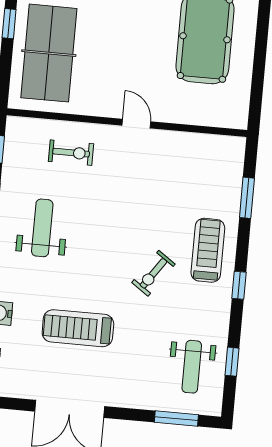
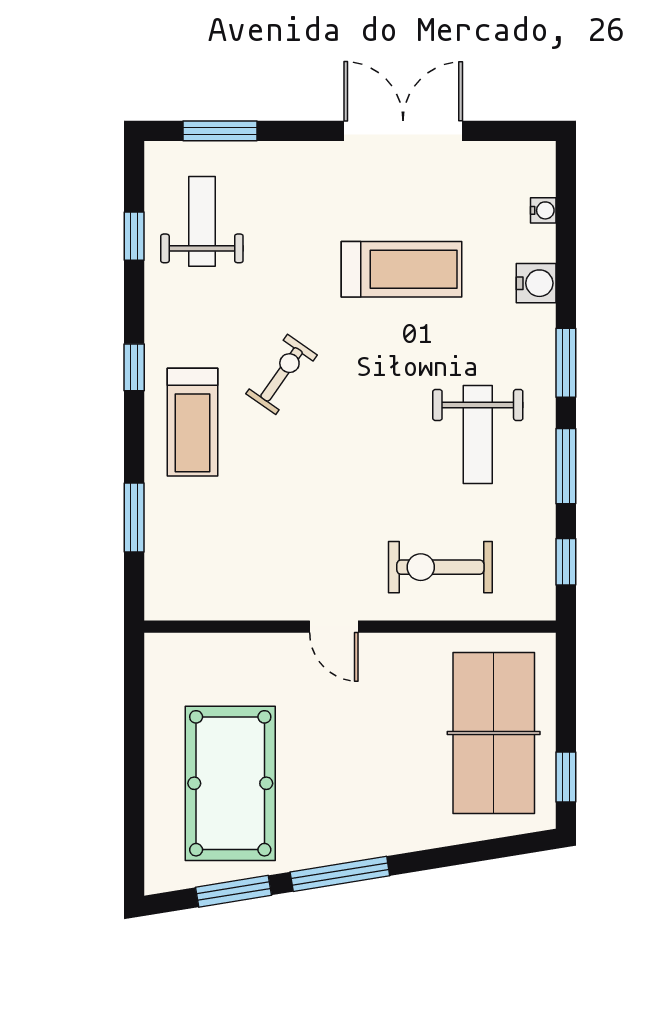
exercise bike: (71, 153) -> (440, 567), width x1.38, depth x1.39

